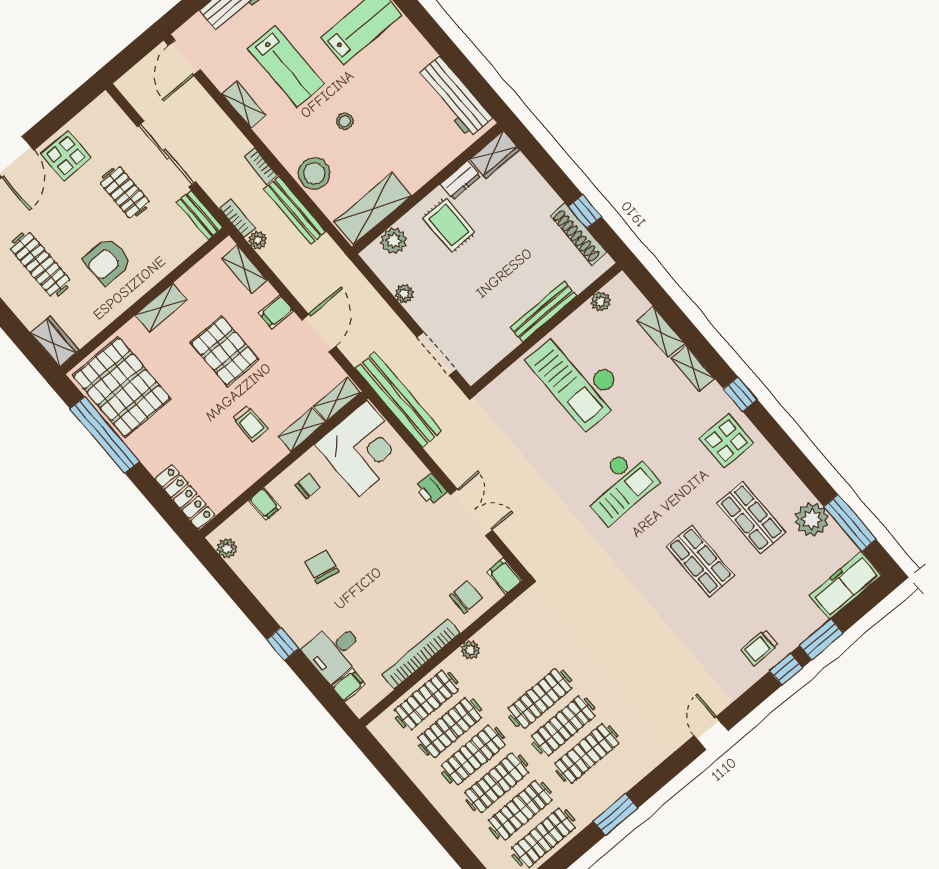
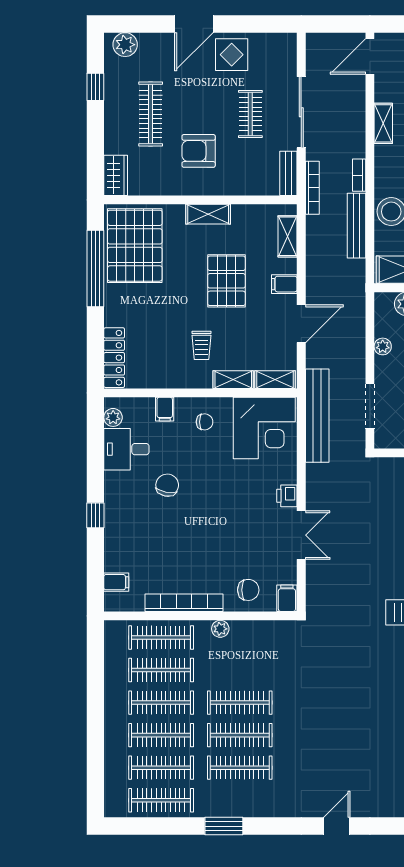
bookcase: (237, 218) -> (312, 188), width x1.56
plant: (258, 240) -> (314, 224), removed
desk: (334, 651) -> (126, 449), moved

